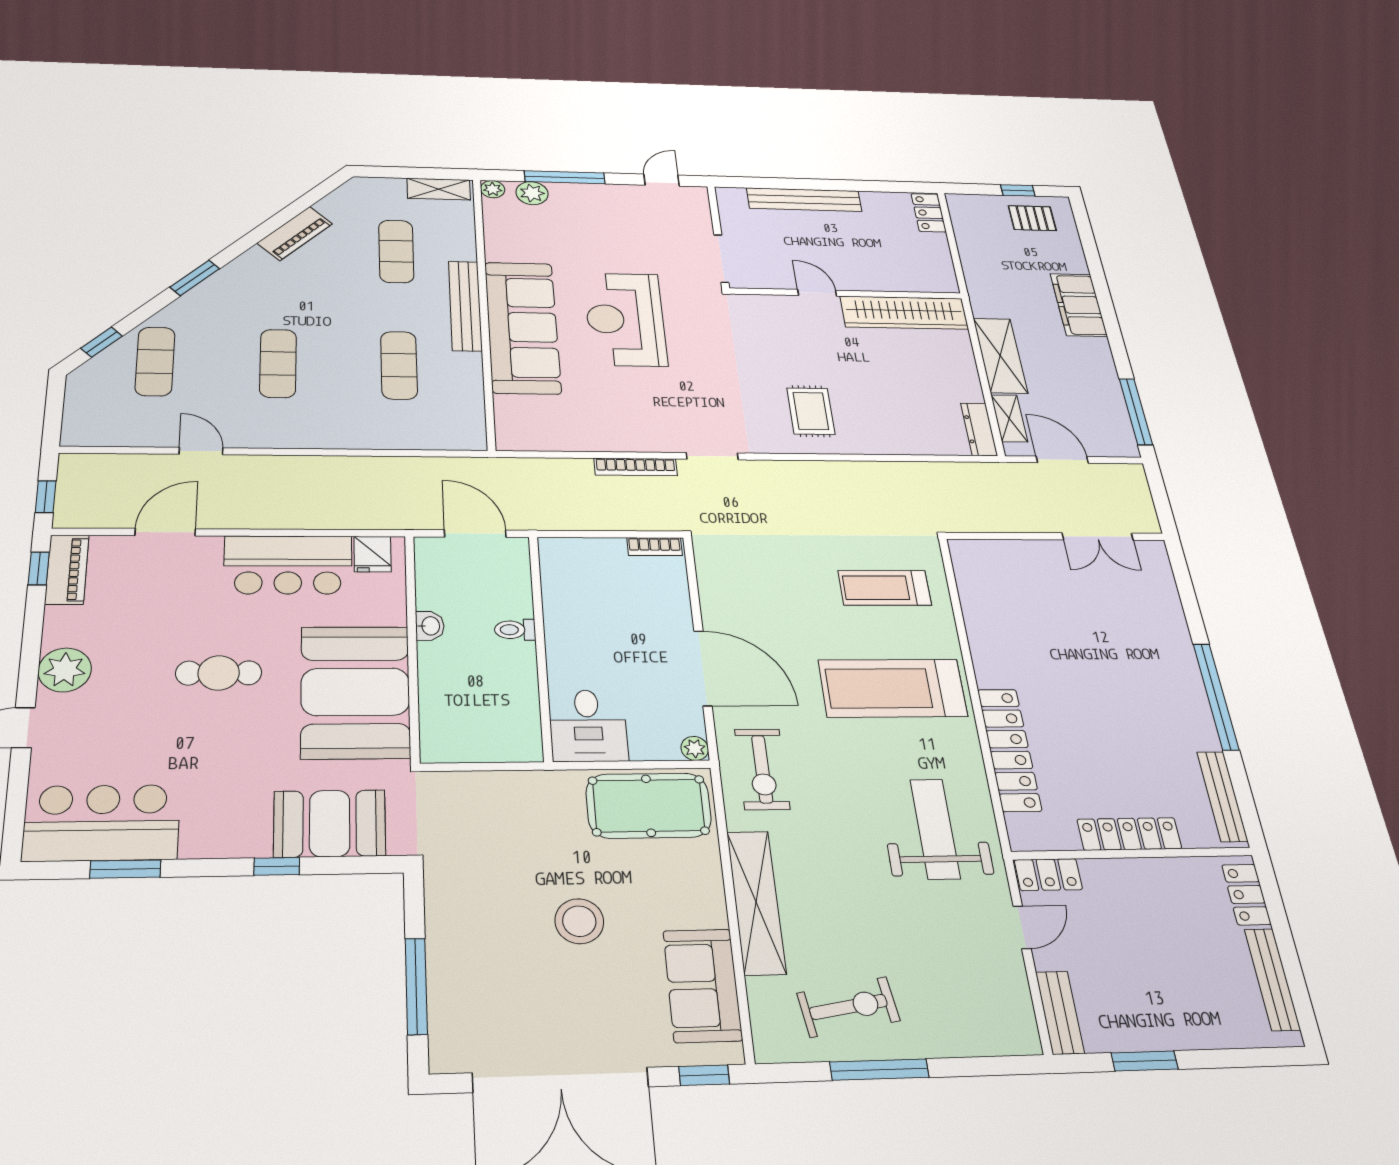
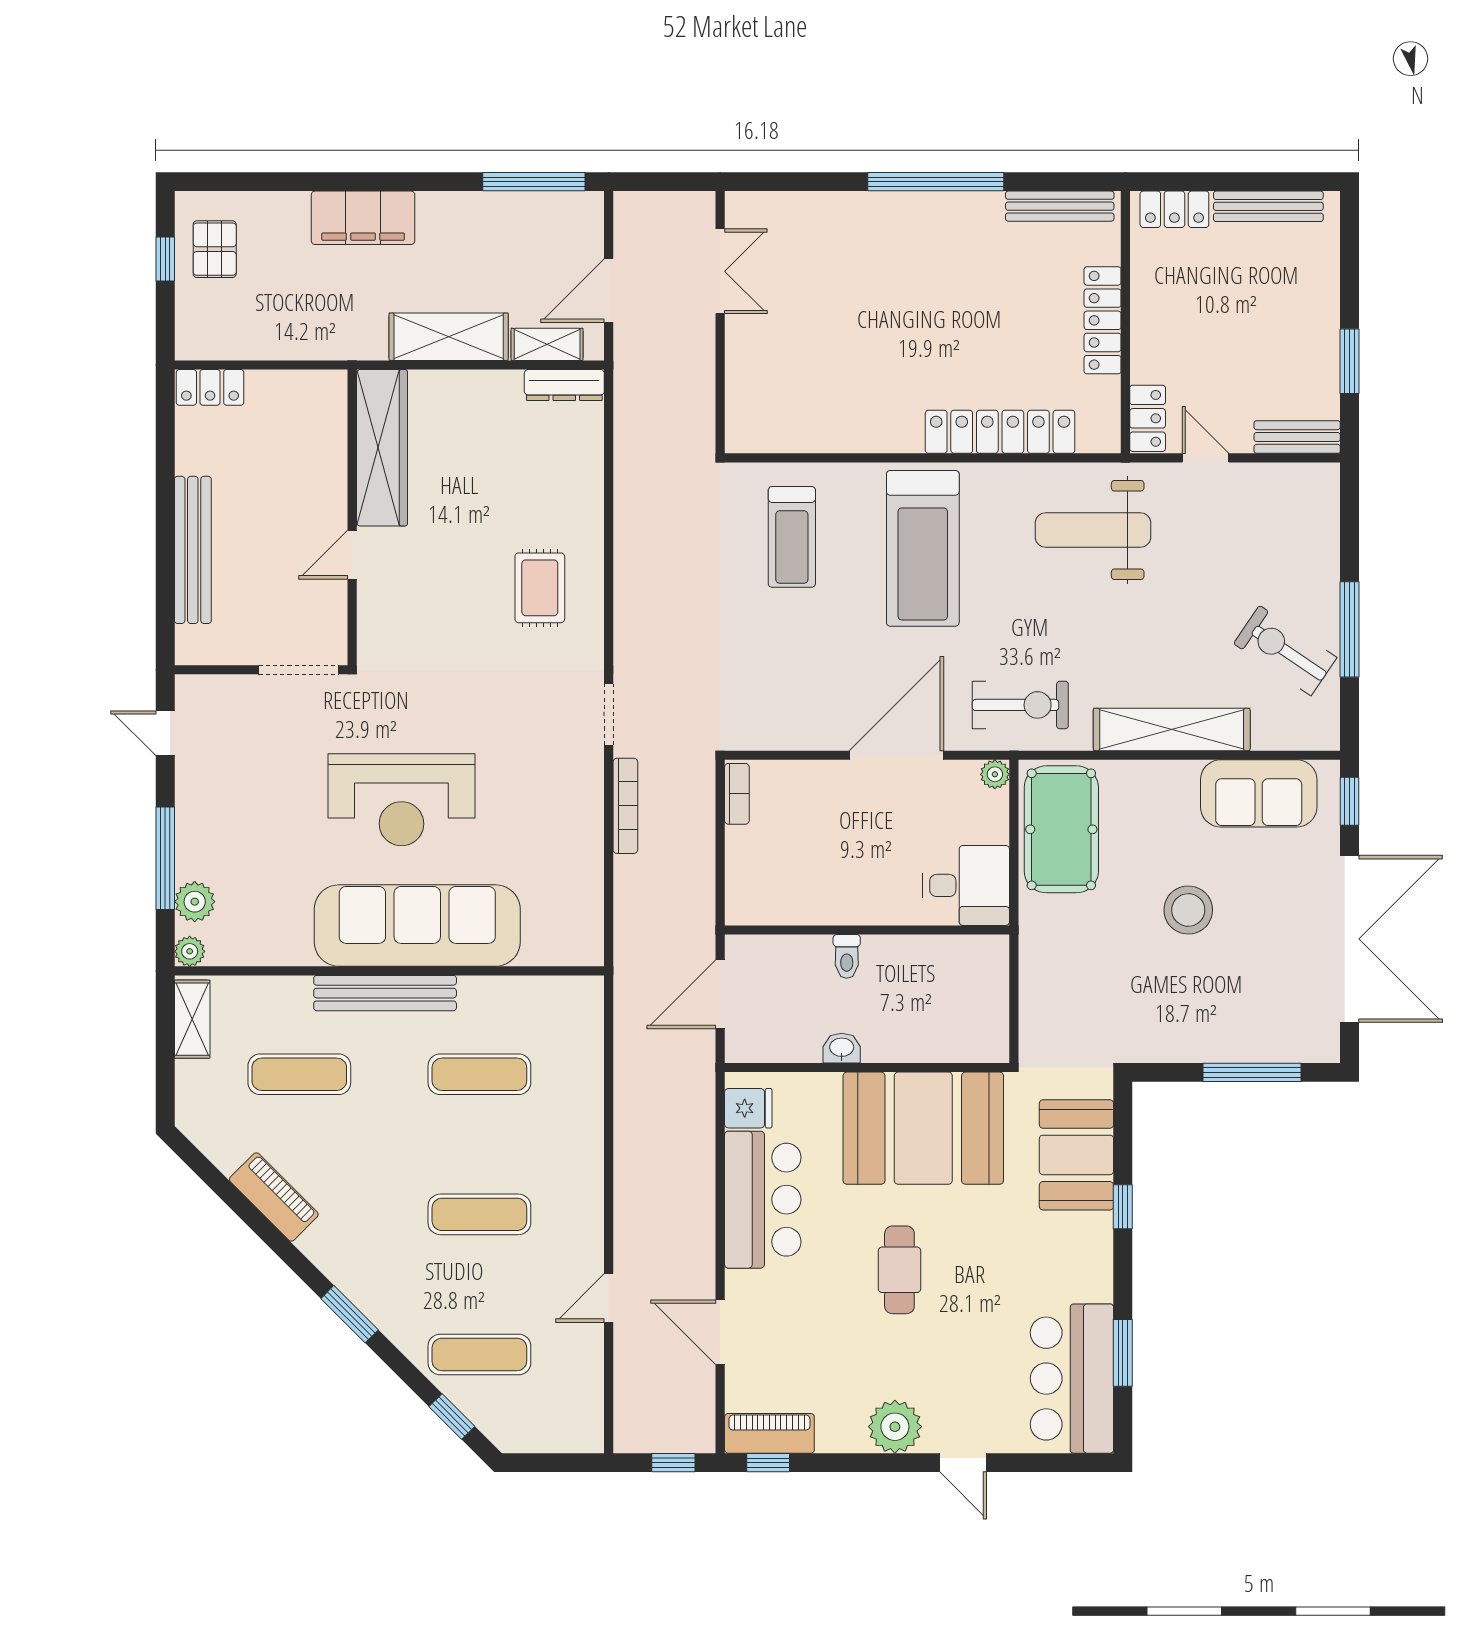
rug: (811, 411) -> (540, 588), turned 90
exercise bike: (848, 1007) -> (1285, 651), turned -47

